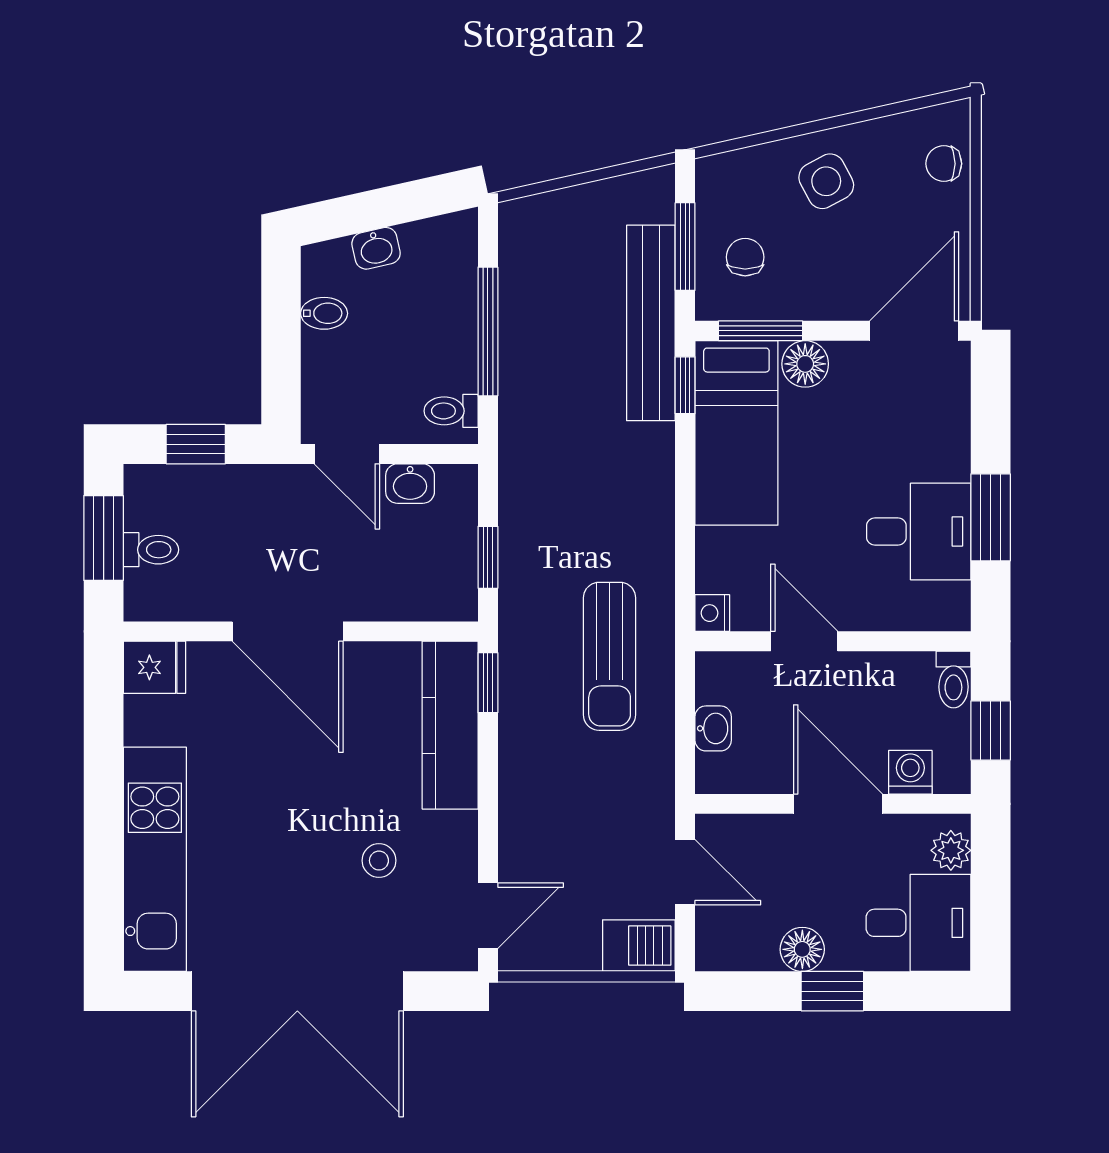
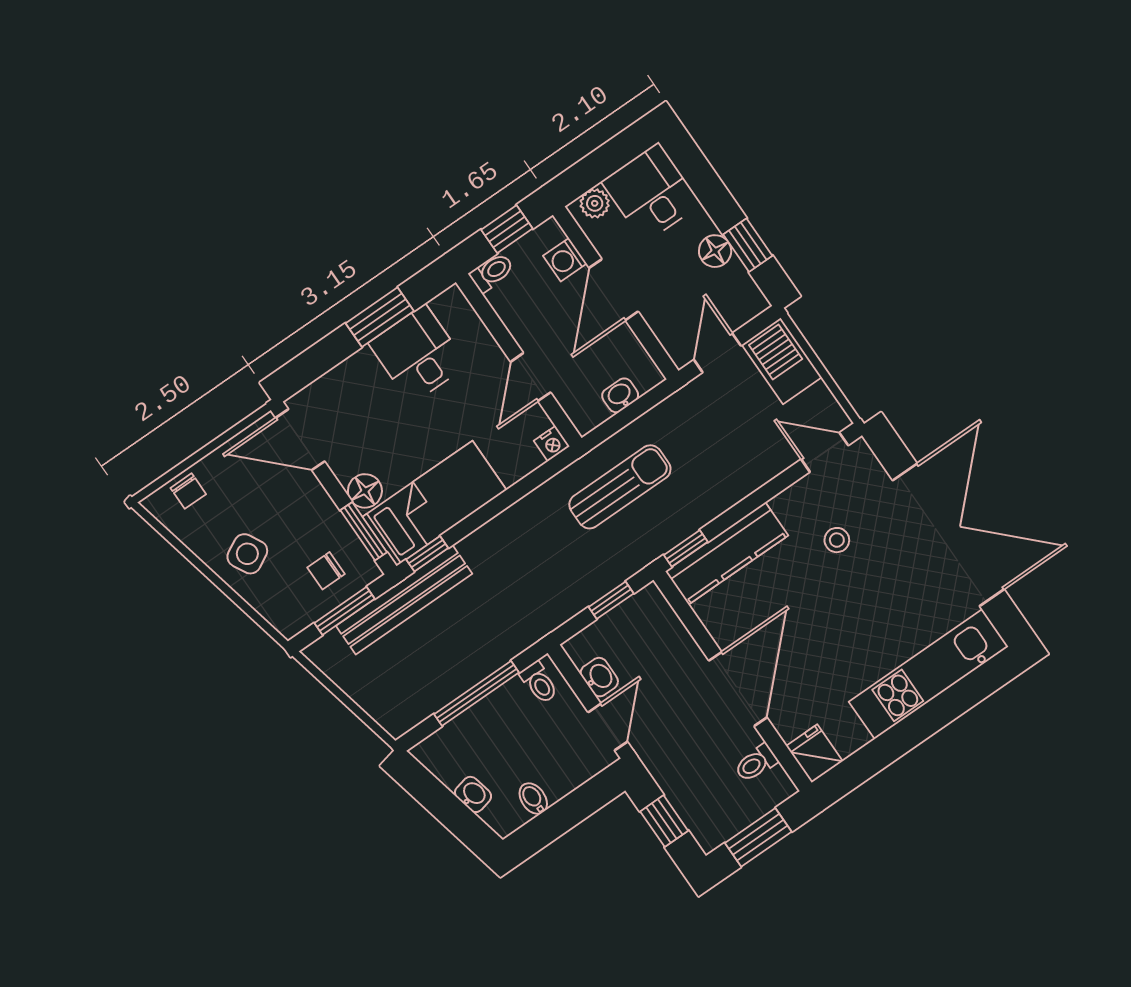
toilet: (151, 550) -> (756, 763), moved, turned -90
barbecue: (639, 946) -> (782, 361), width x1.38, depth x1.27
window: (832, 991) -> (748, 245), moved

